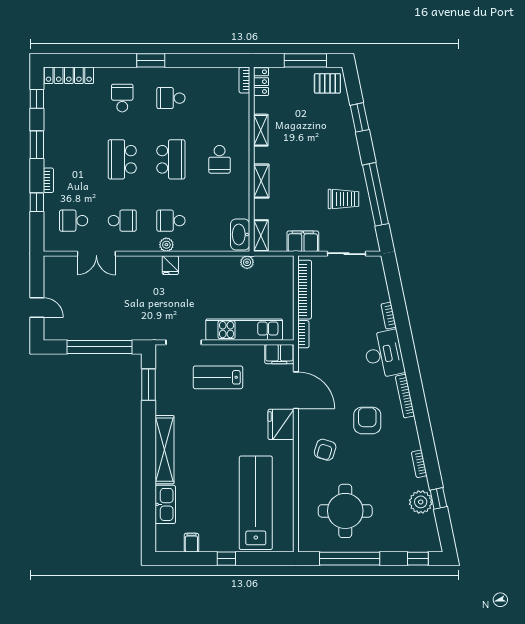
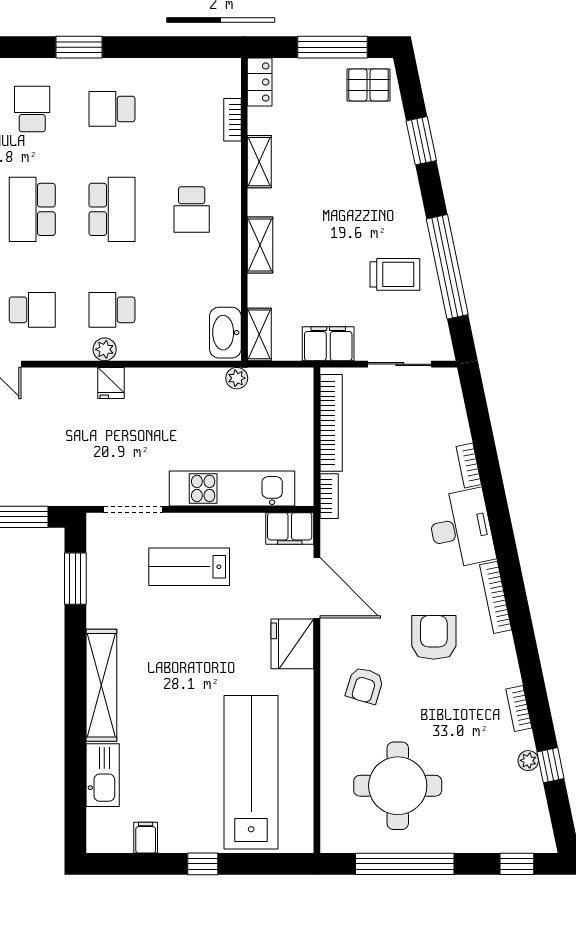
bookcase: (244, 80) -> (232, 120), moved
plant: (421, 502) -> (528, 761), width x0.53, depth x0.53

